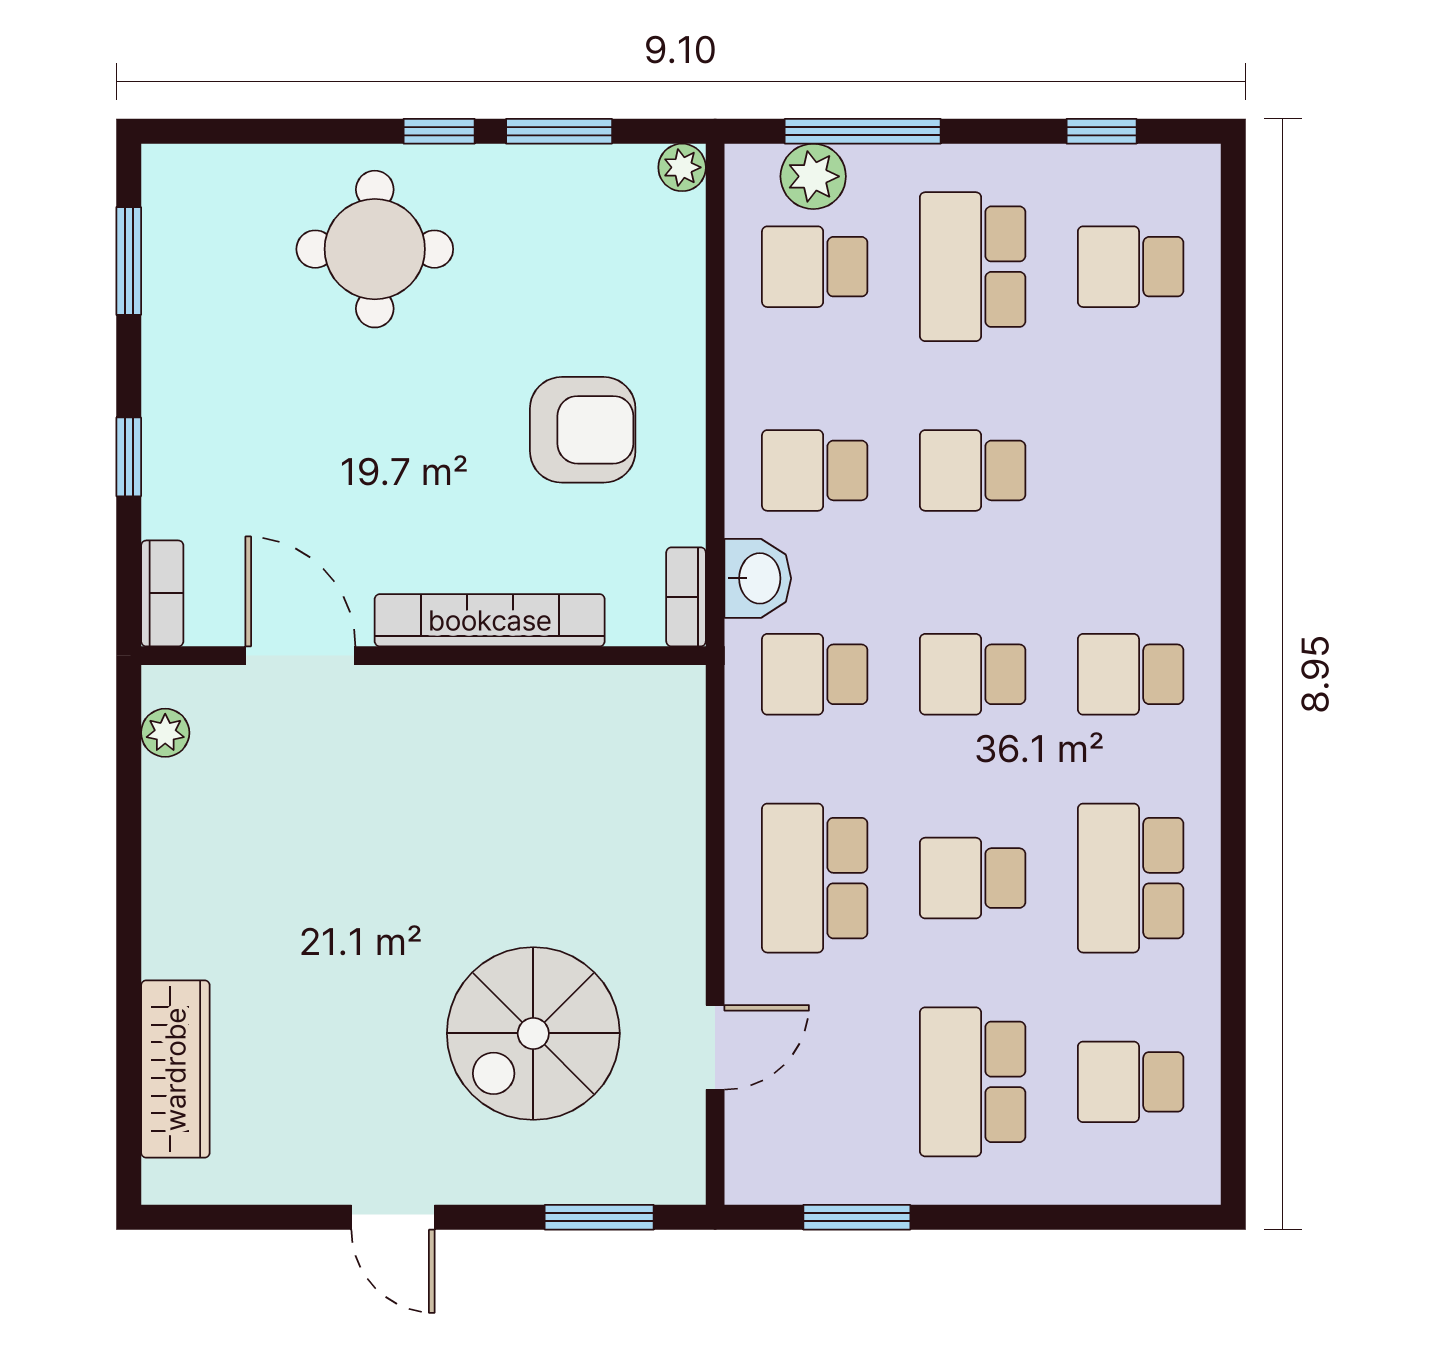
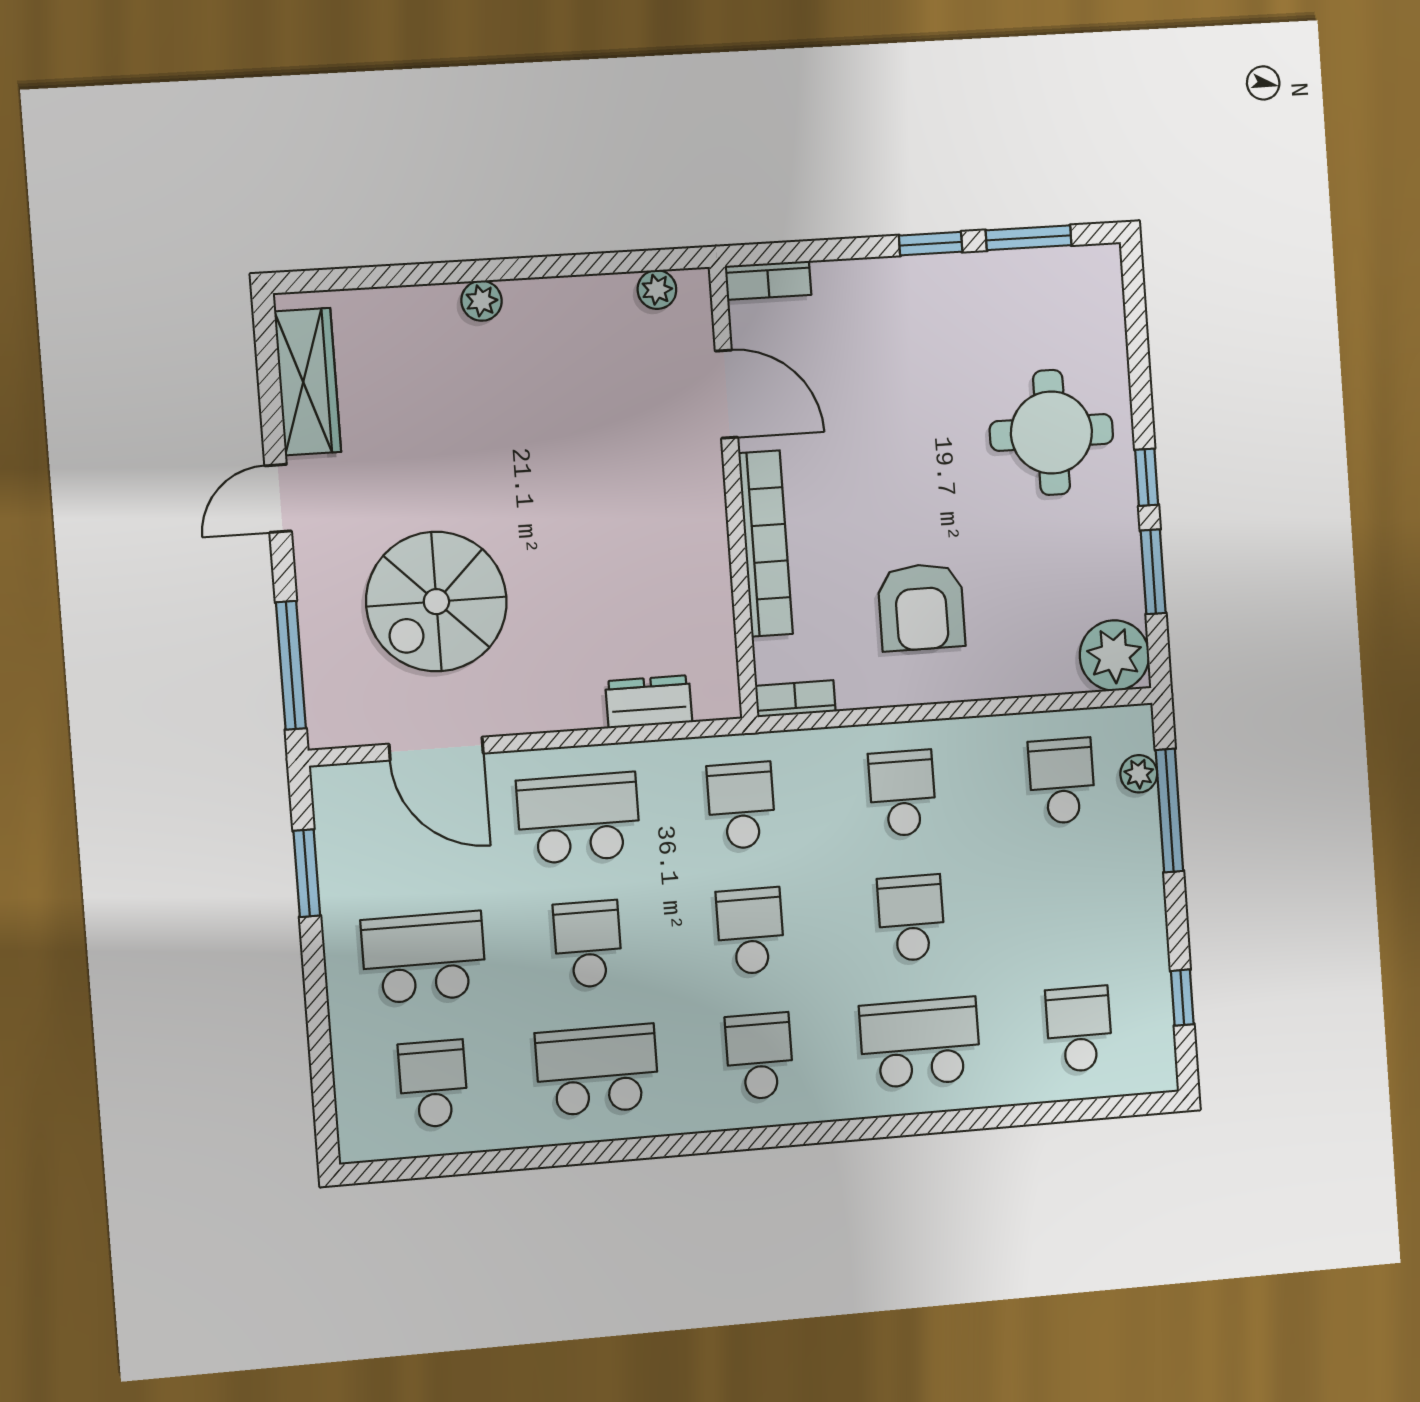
plant: (682, 167) -> (1114, 655), width x1.87, depth x1.87
plant: (813, 176) -> (1139, 774), width x0.73, depth x0.73
school desk: (973, 267) -> (920, 1043), moved
window: (129, 457) -> (931, 244), moved
washbasin: (758, 578) -> (814, 755), removed
door: (300, 656) -> (726, 394), hinge flipped
dresser: (676, 780) -> (649, 702), added
plant: (166, 951) -> (481, 301), added
spiral stairs: (533, 1033) -> (436, 602), turned -90
door: (715, 1047) -> (436, 749), width x1.38
wardrobe: (175, 1069) -> (308, 382), moved, turned -90
window: (599, 1217) -> (291, 665), width x1.44

